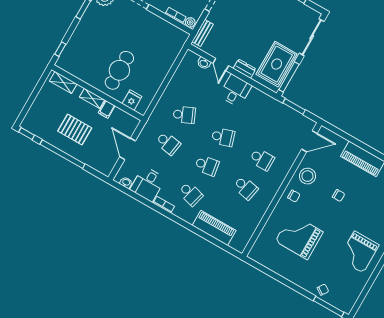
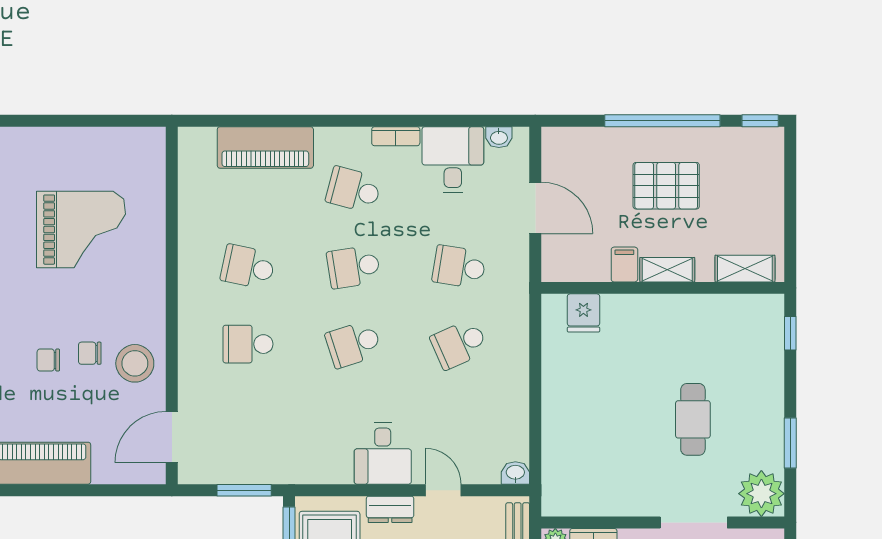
washbasin: (204, 63) -> (515, 473), moved
cafe table: (119, 70) -> (693, 419), moved, width x0.73, depth x0.74
chair: (294, 196) -> (90, 353), moved

